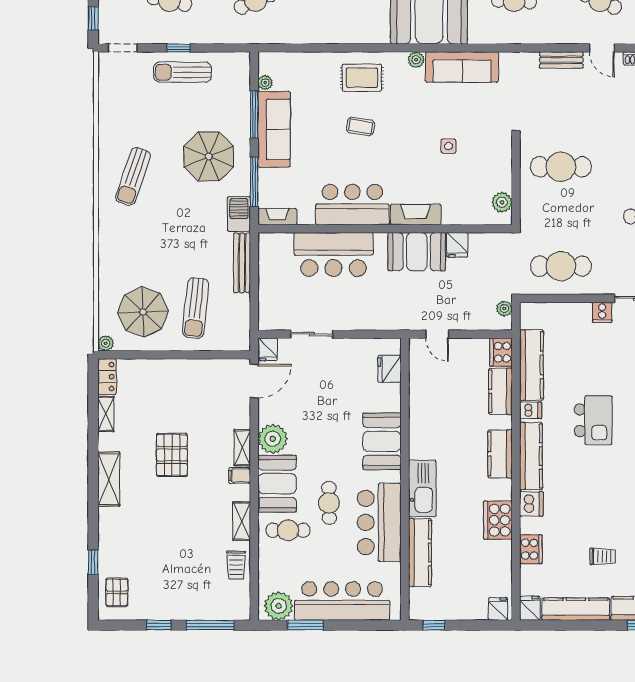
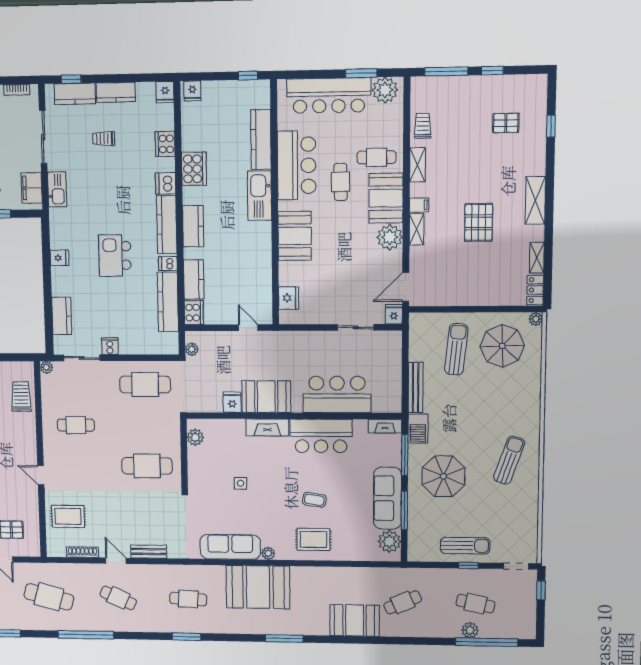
plant: (265, 83) -> (389, 541), width x1.87, depth x1.87
pallet: (117, 592) -> (506, 123), moved, turned 90
kitchen counter: (576, 609) -> (116, 92), width x0.67

